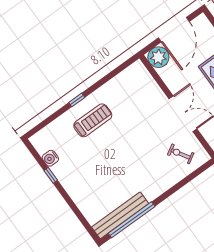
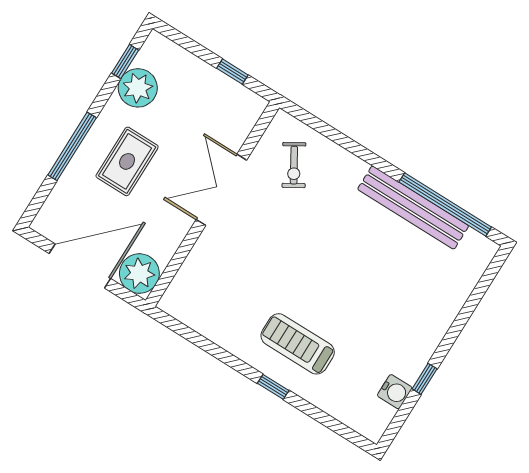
bench: (120, 215) -> (413, 208), moved

